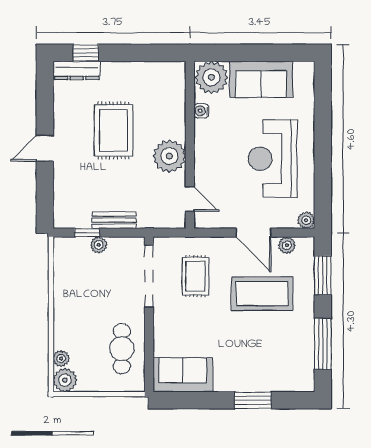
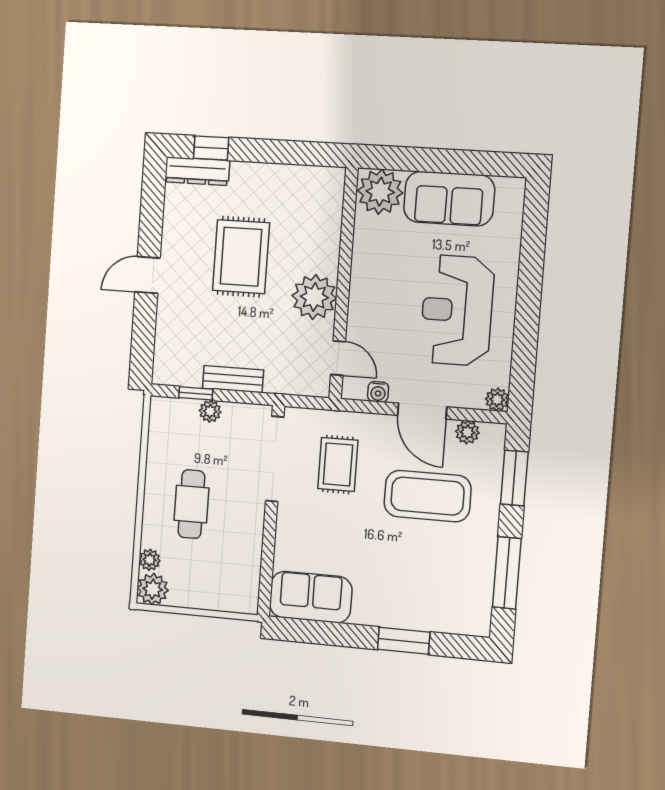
water cooler: (201, 111) -> (378, 392), moved, turned -90
cafe table: (122, 349) -> (191, 504), moved

